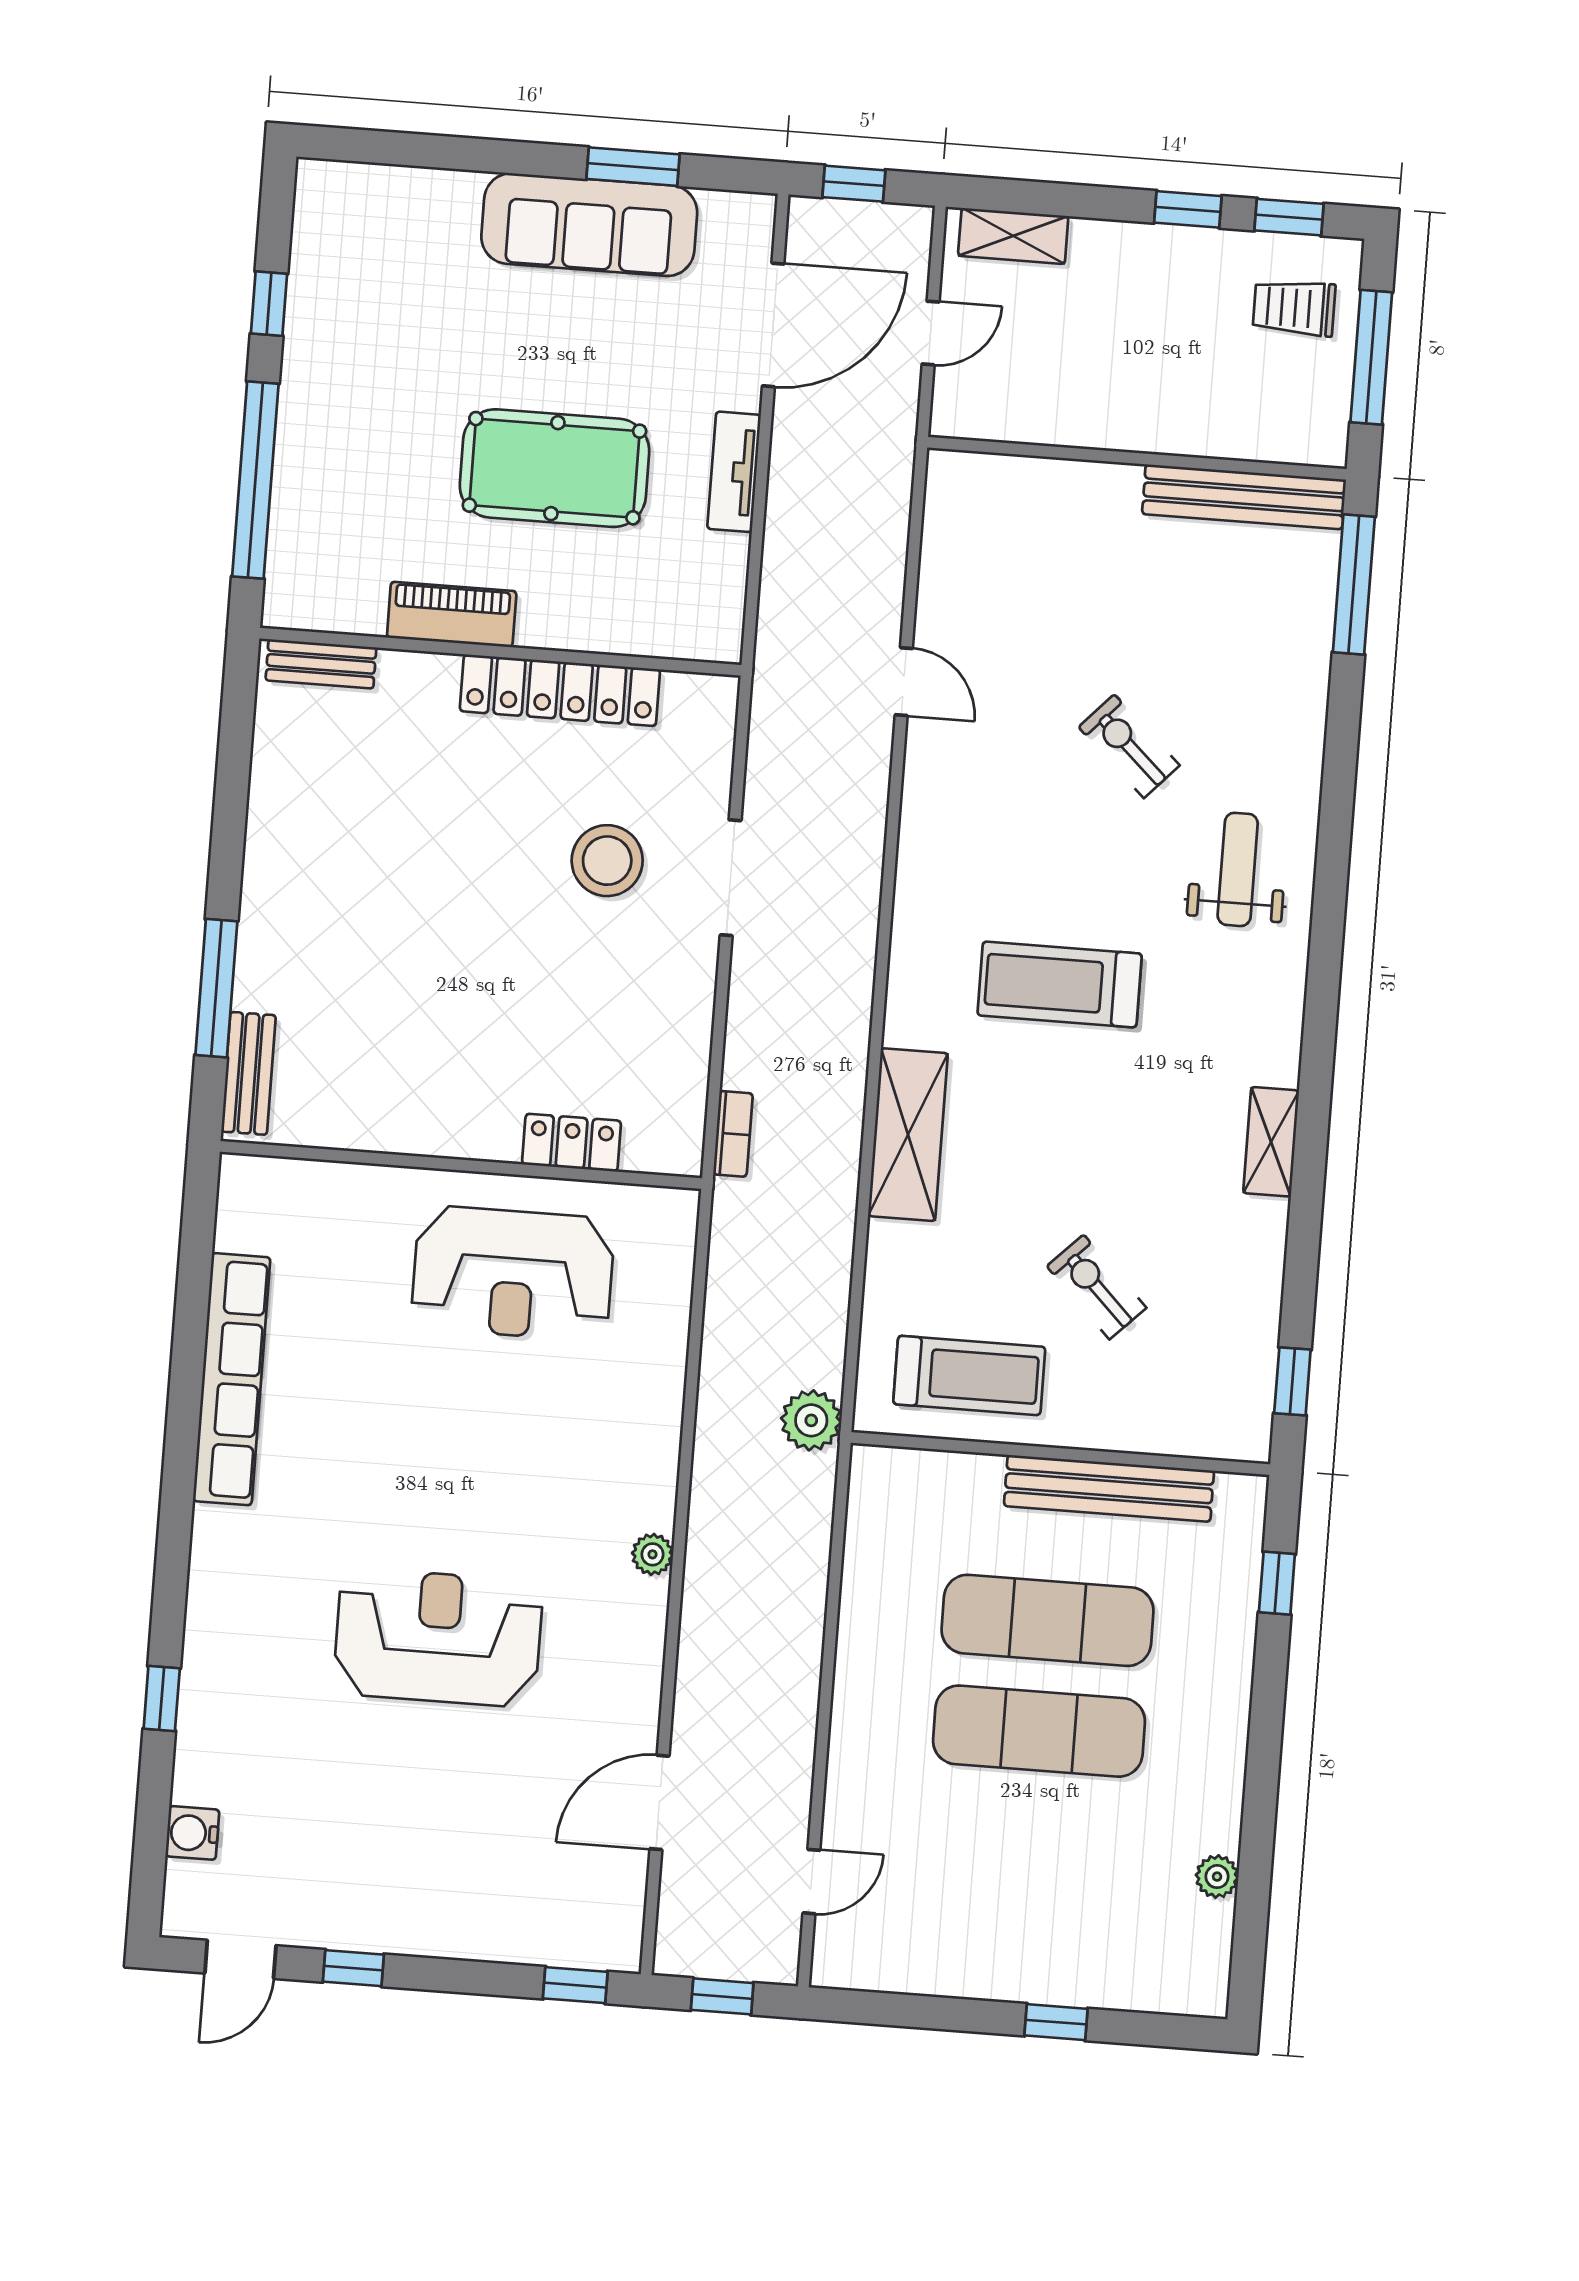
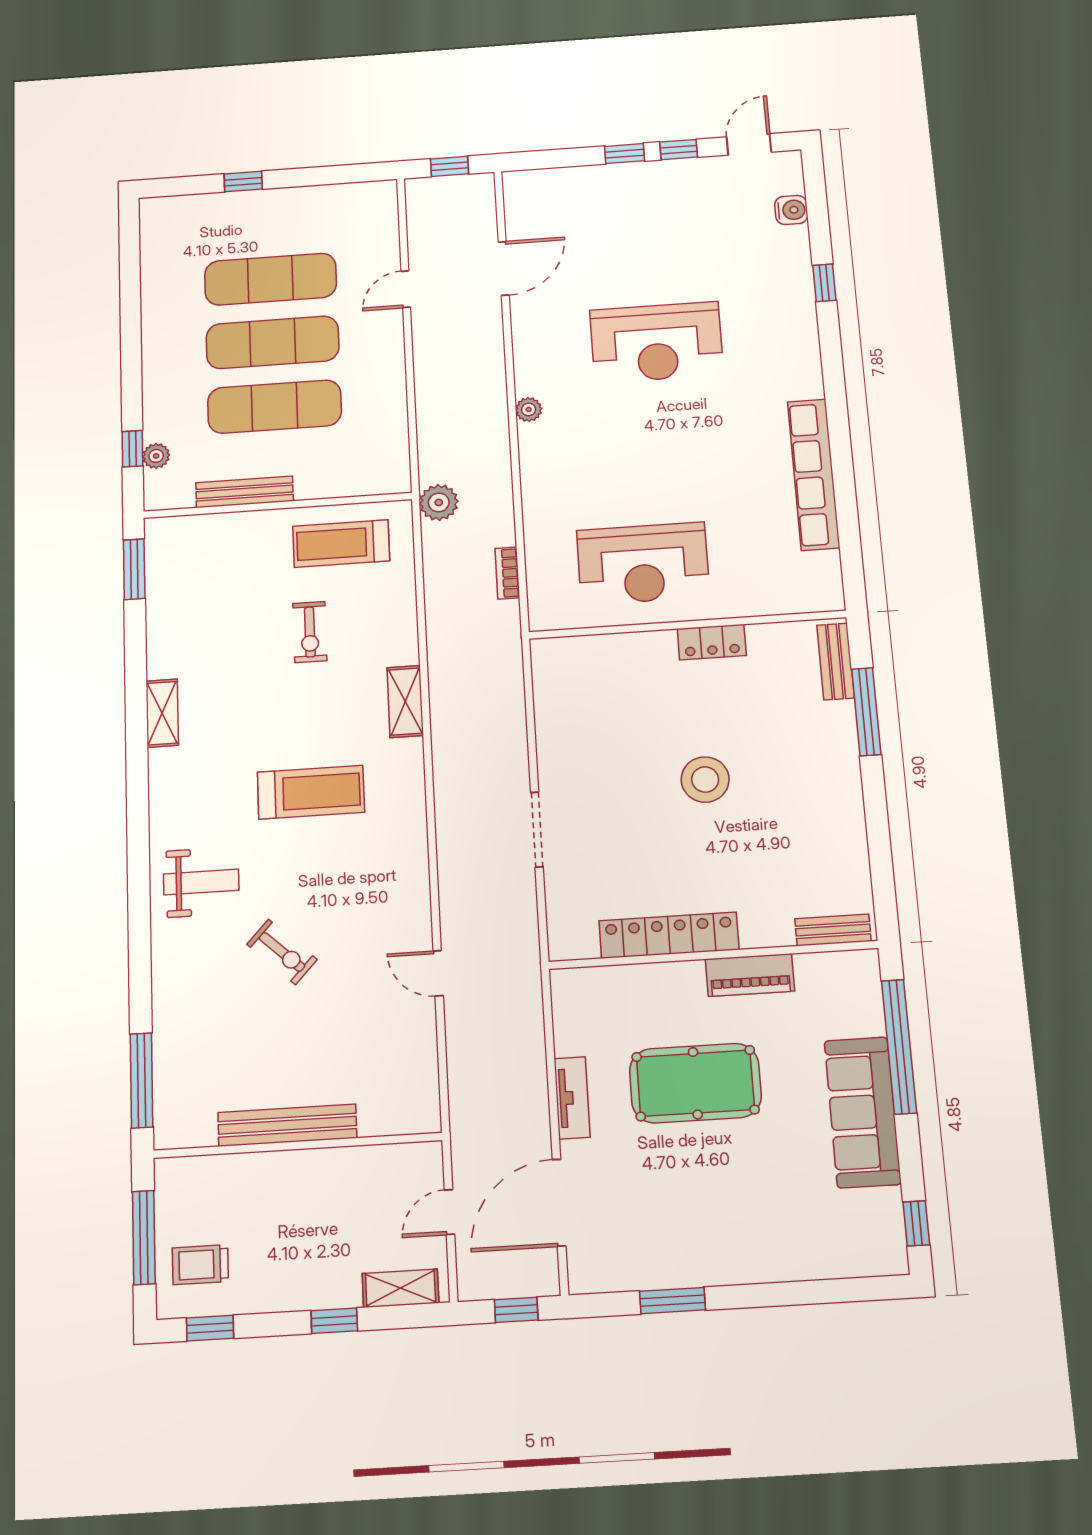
window: (1188, 209) -> (334, 1321), moved
sofa: (589, 225) -> (863, 1112), moved, turned -90
window: (269, 304) -> (916, 1223), moved
trolley: (1294, 308) -> (200, 1265), turned 180
bench: (1244, 497) -> (287, 1125), moved
stool: (607, 861) -> (705, 780), moved
weight bench: (1238, 869) -> (201, 882), turned -90
bookcase: (733, 1134) -> (507, 573), moved
shelving: (908, 1135) -> (405, 701), width x0.67, depth x0.75
locker: (572, 1143) -> (712, 642), moved
reception desk: (513, 1273) -> (643, 563), turned 180
exercise bike: (1097, 1287) -> (310, 632), moved, turned 45
window: (1292, 1381) -> (134, 569), width x1.50
bench: (1109, 1488) -> (244, 492), width x0.73, depth x0.82
exercise mat: (1030, 1842) -> (270, 279), added
plant: (1217, 1877) -> (156, 456), moved
door: (811, 1882) -> (406, 289), moved
window: (575, 1985) -> (624, 154), moved

